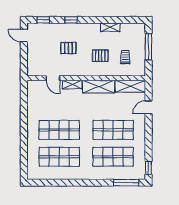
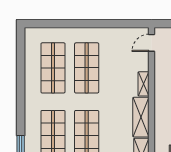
door: (53, 78) -> (152, 43), moved

